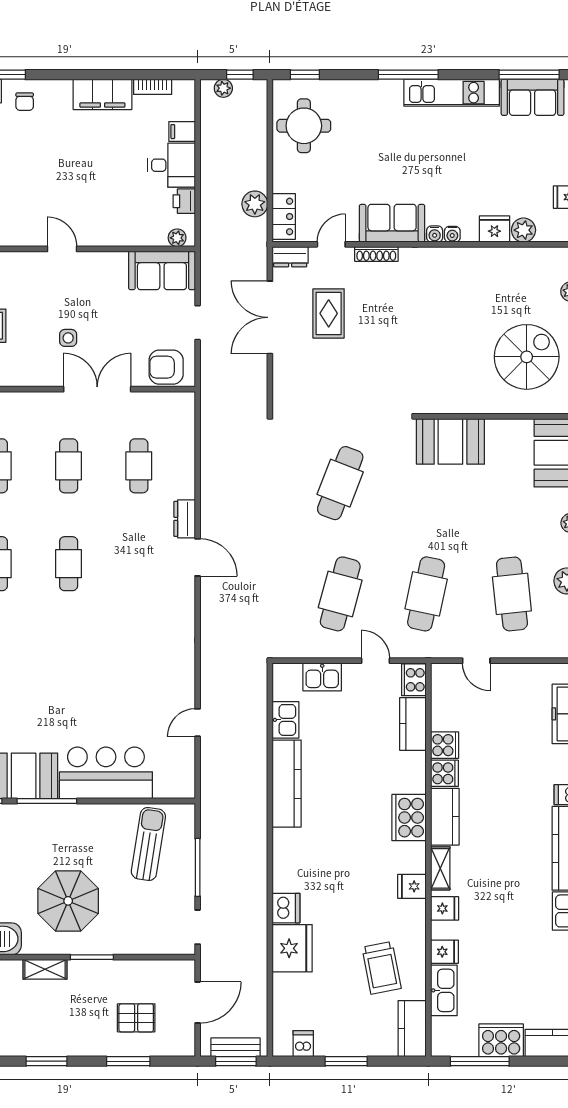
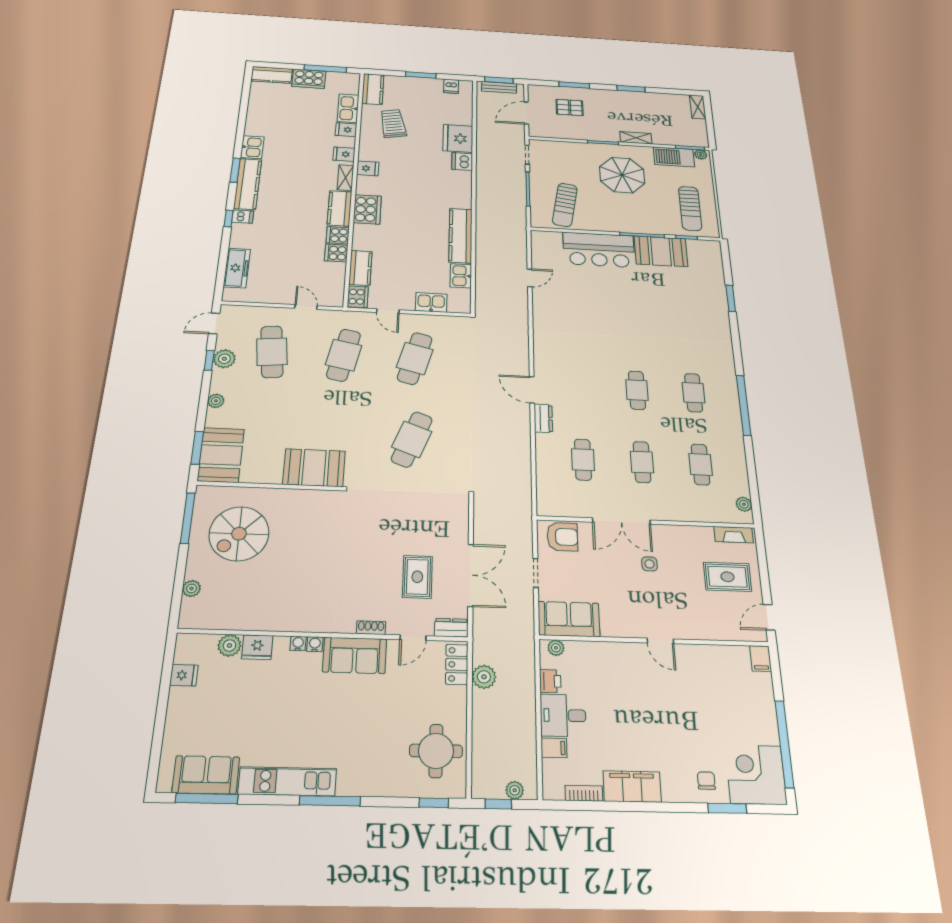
shoe rack: (376, 254) -> (371, 628), width x0.70

